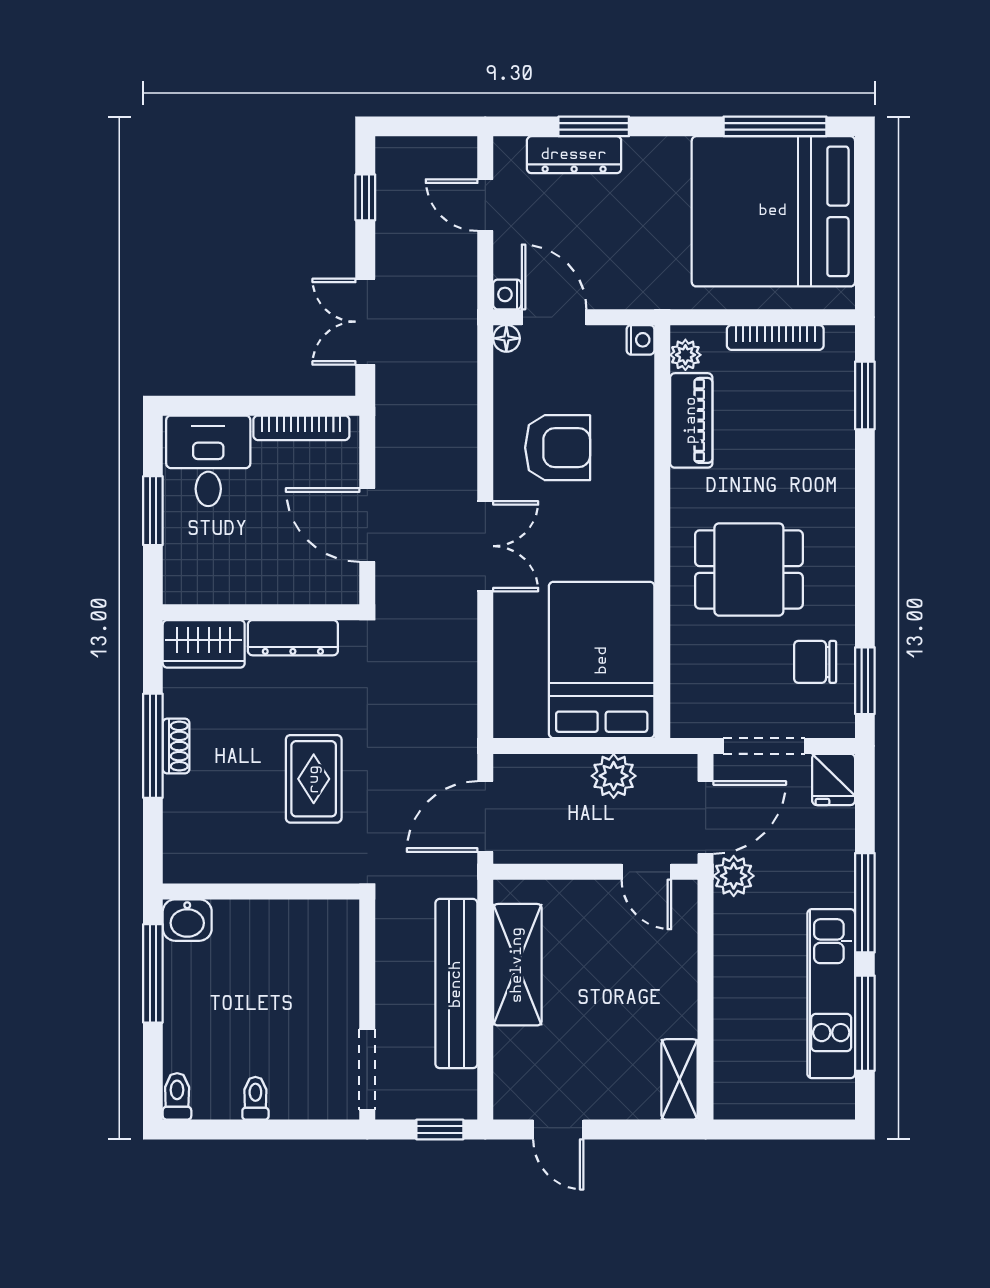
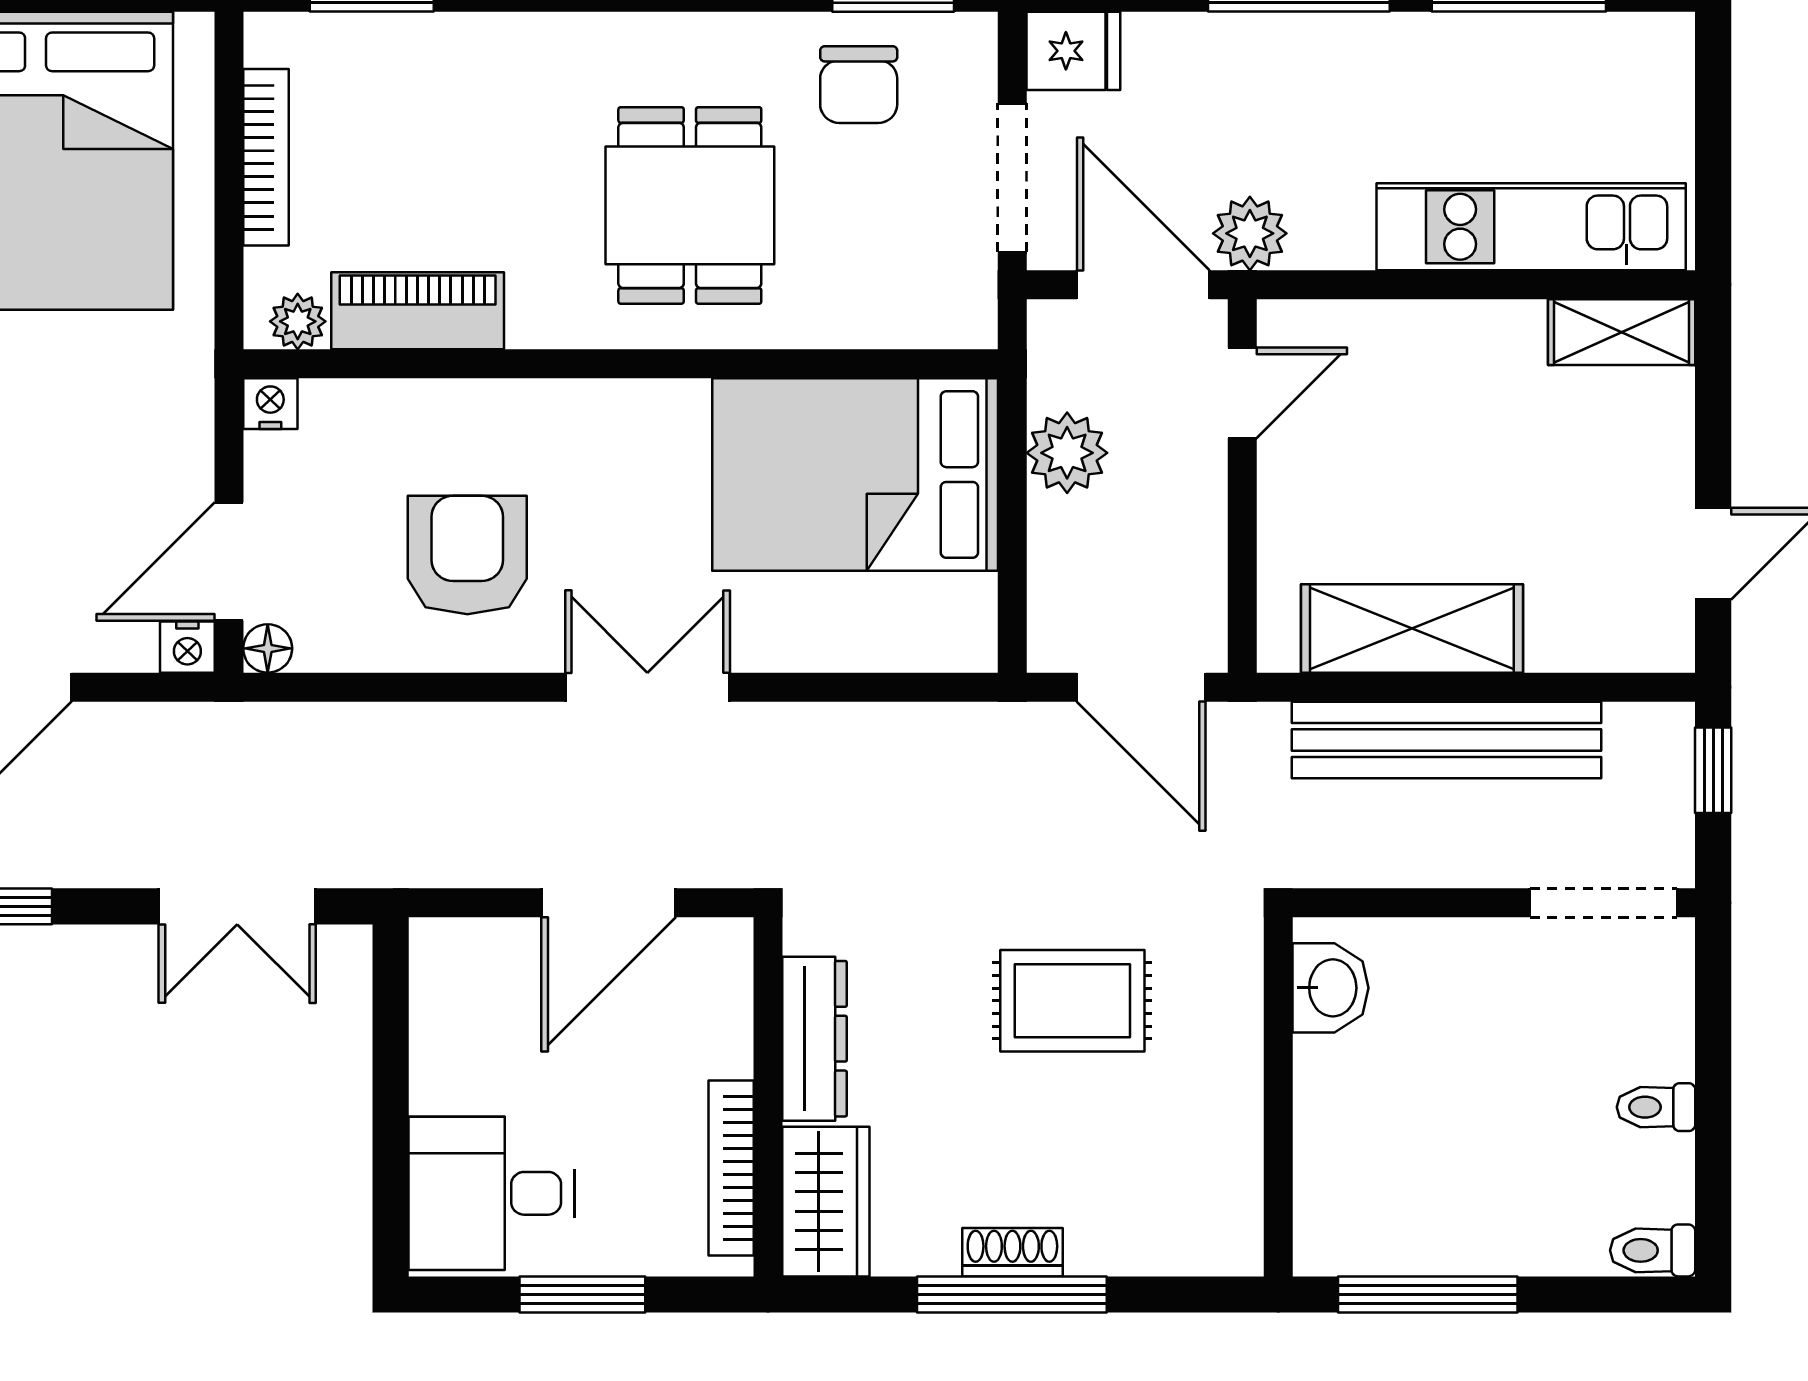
bookcase: (301, 428) -> (731, 1168), moved, turned 180
washbasin: (187, 920) -> (1331, 988), moved
kitchen unit: (831, 994) -> (1531, 227), moved, turned 180

